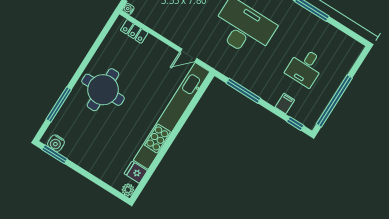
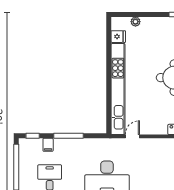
window: (243, 91) -> (69, 136), moved
plant: (128, 190) -> (135, 22), moved

